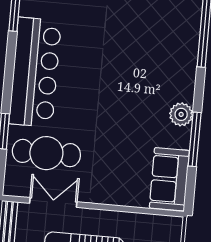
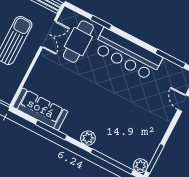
plant: (181, 114) -> (88, 138), moved
sofa: (169, 179) -> (40, 109), width x1.36

